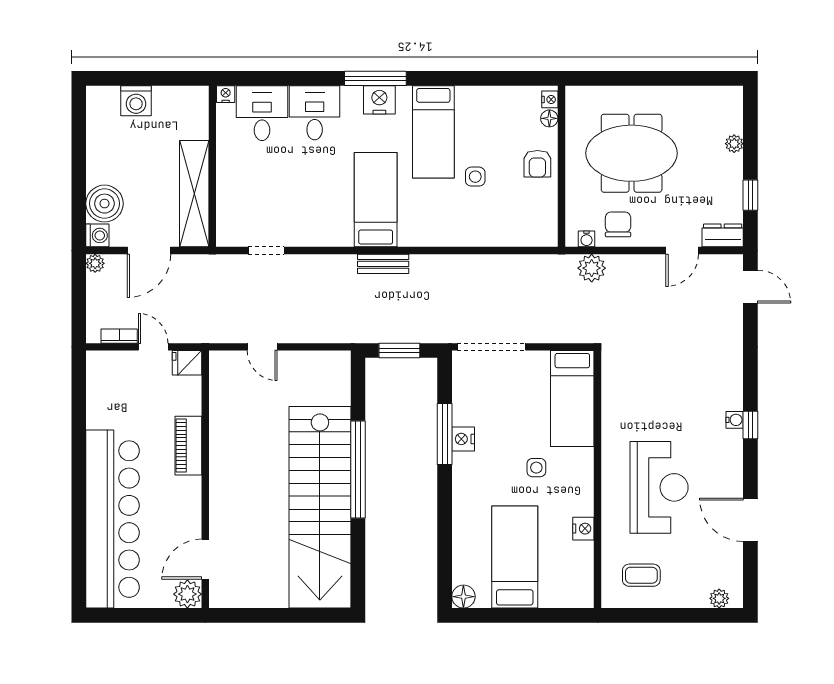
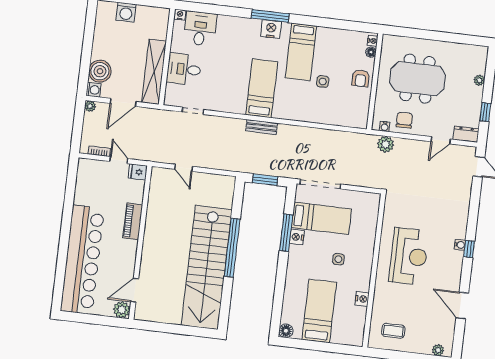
desk: (315, 113) -> (184, 69), moved, turned -90
bed: (572, 399) -> (321, 218), moved, turned -90
reception desk: (659, 487) -> (409, 256), moved

